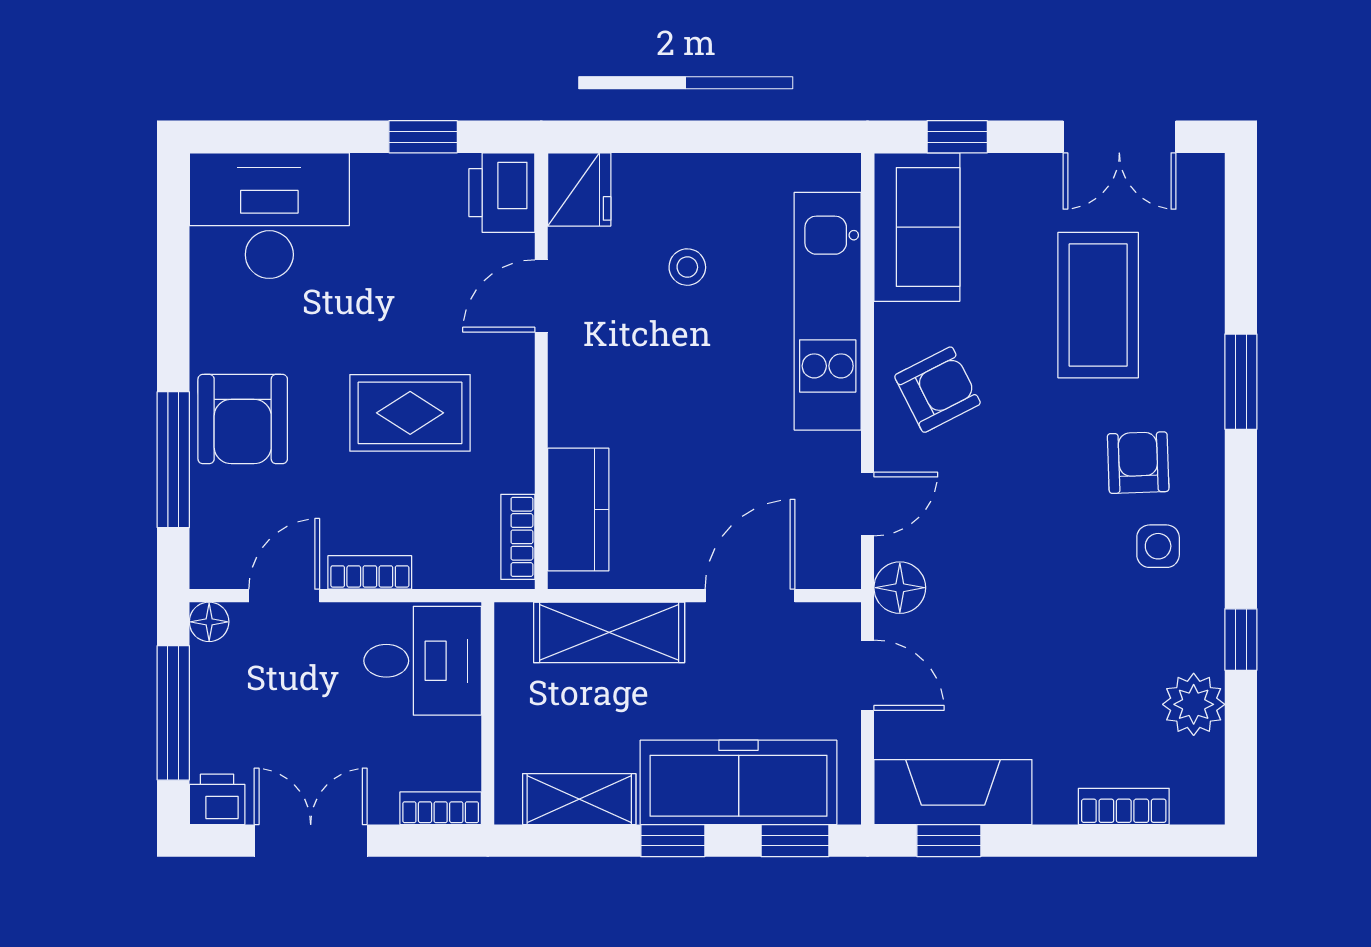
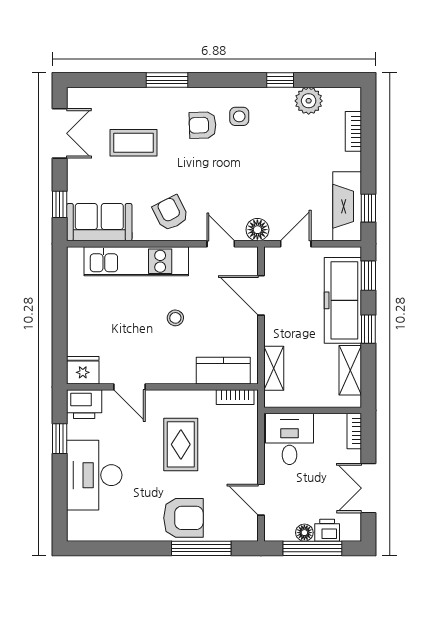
desk: (269, 216) -> (94, 475), moved
stool: (687, 267) -> (175, 318), moved
coffee table: (1098, 305) -> (133, 143), width x0.73, depth x0.76
bookcase: (370, 572) -> (251, 462), removed
floor lamp: (209, 622) -> (304, 533), moved
shelving: (609, 632) -> (274, 368), width x0.67, depth x0.75
printer: (217, 799) -> (327, 530), moved, turned 90

